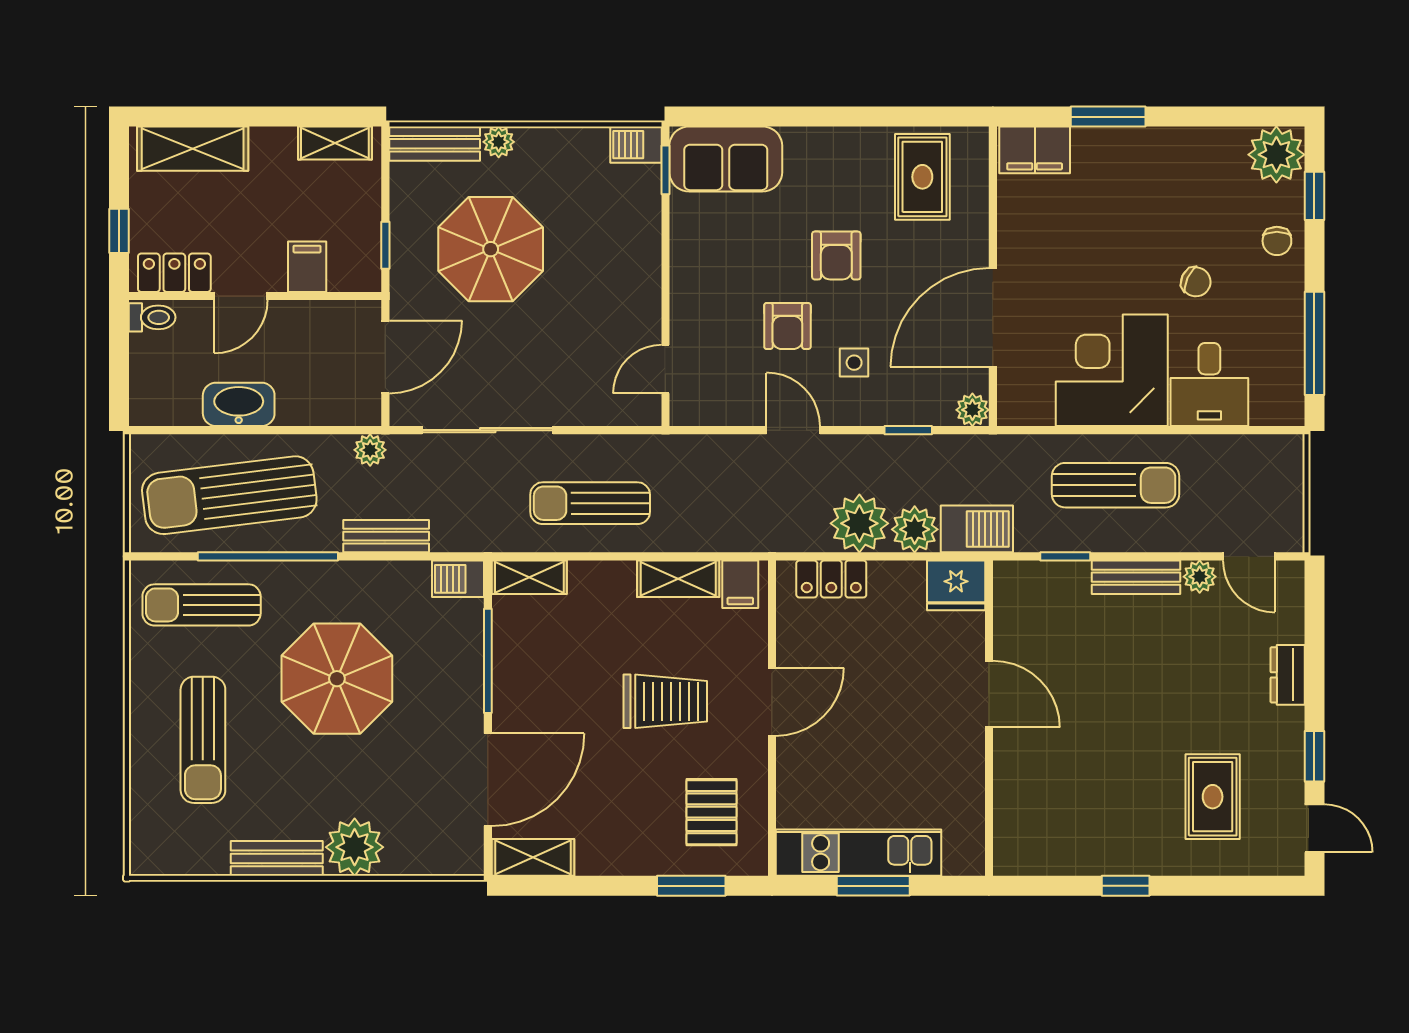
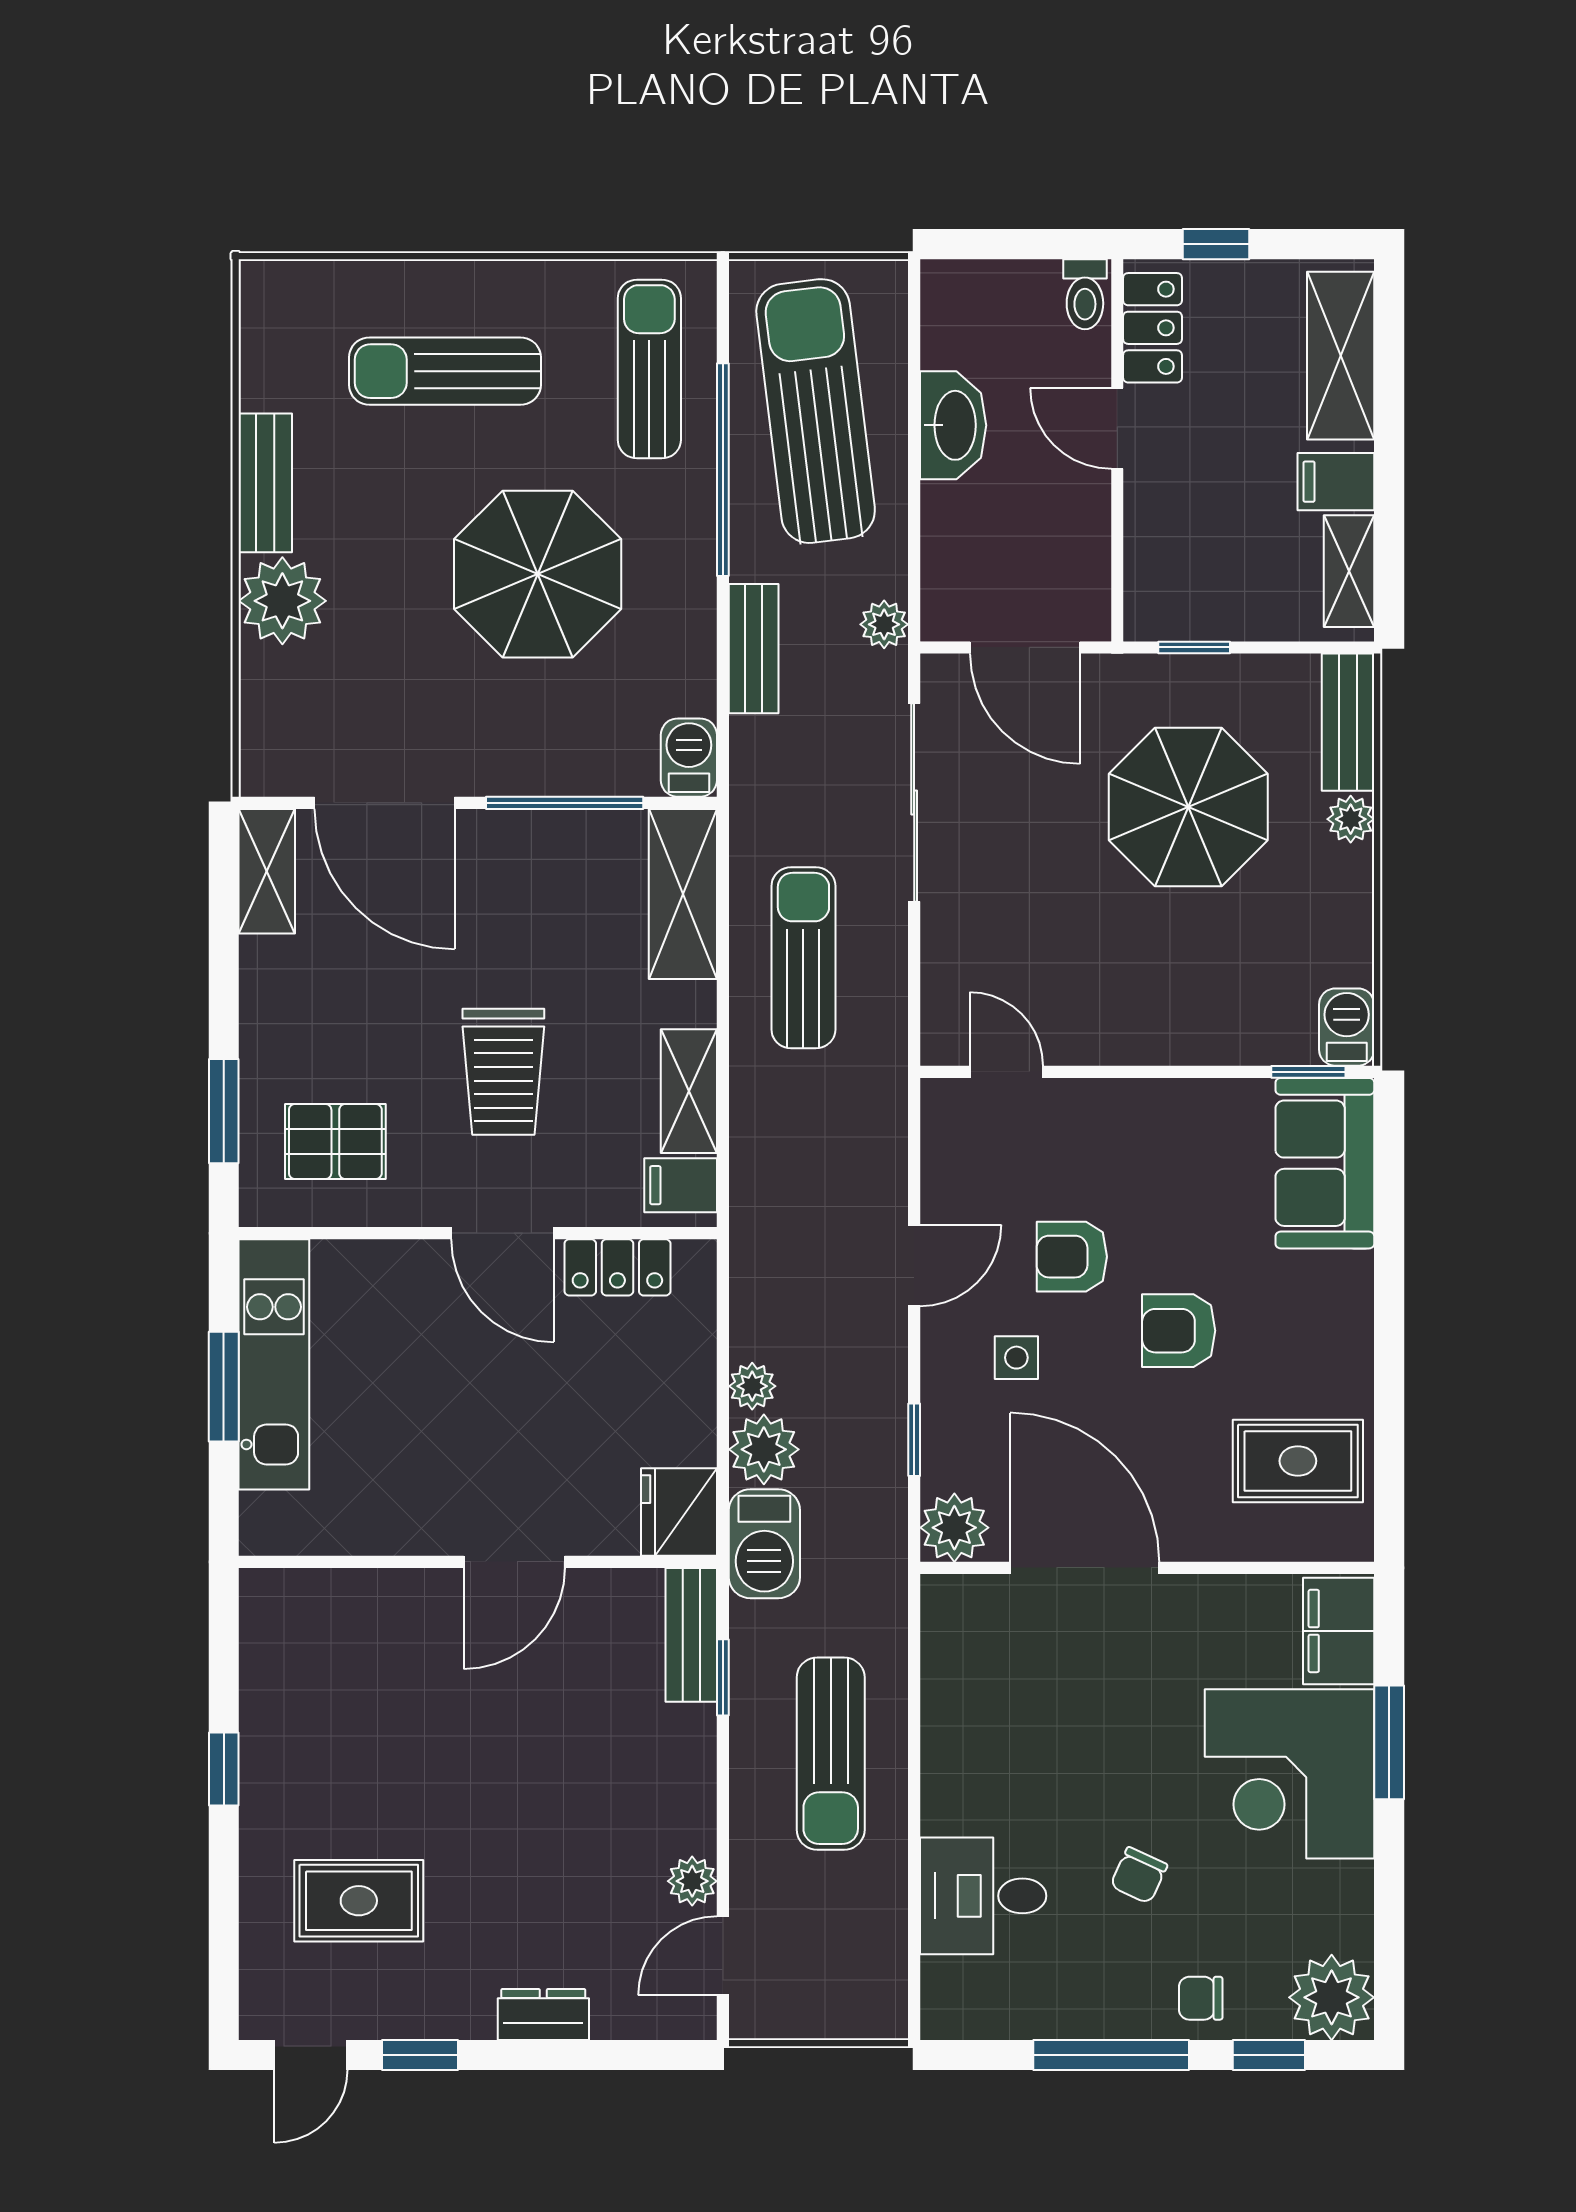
filing cabinet: (307, 267) -> (1336, 482), moved, turned 180
window: (1314, 343) -> (1111, 2055), moved
corner desk: (1112, 370) -> (1290, 1774), moved, turned 180
plant: (972, 410) -> (954, 1528), width x1.38, depth x1.38
plant: (859, 523) -> (752, 1386), width x0.53, depth x0.53
shelving: (529, 577) -> (683, 894), width x1.50, depth x1.33
bench: (1136, 577) -> (691, 1635), moved
locker: (831, 579) -> (617, 1267), moved, turned -90

